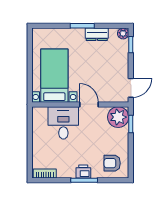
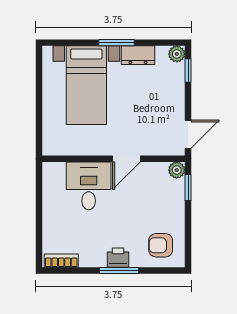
bed with nightstands: (54, 76) -> (86, 85), moved, turned 180
door: (89, 104) -> (127, 159), swing flipped
plant: (118, 117) -> (177, 170), width x0.53, depth x0.53

